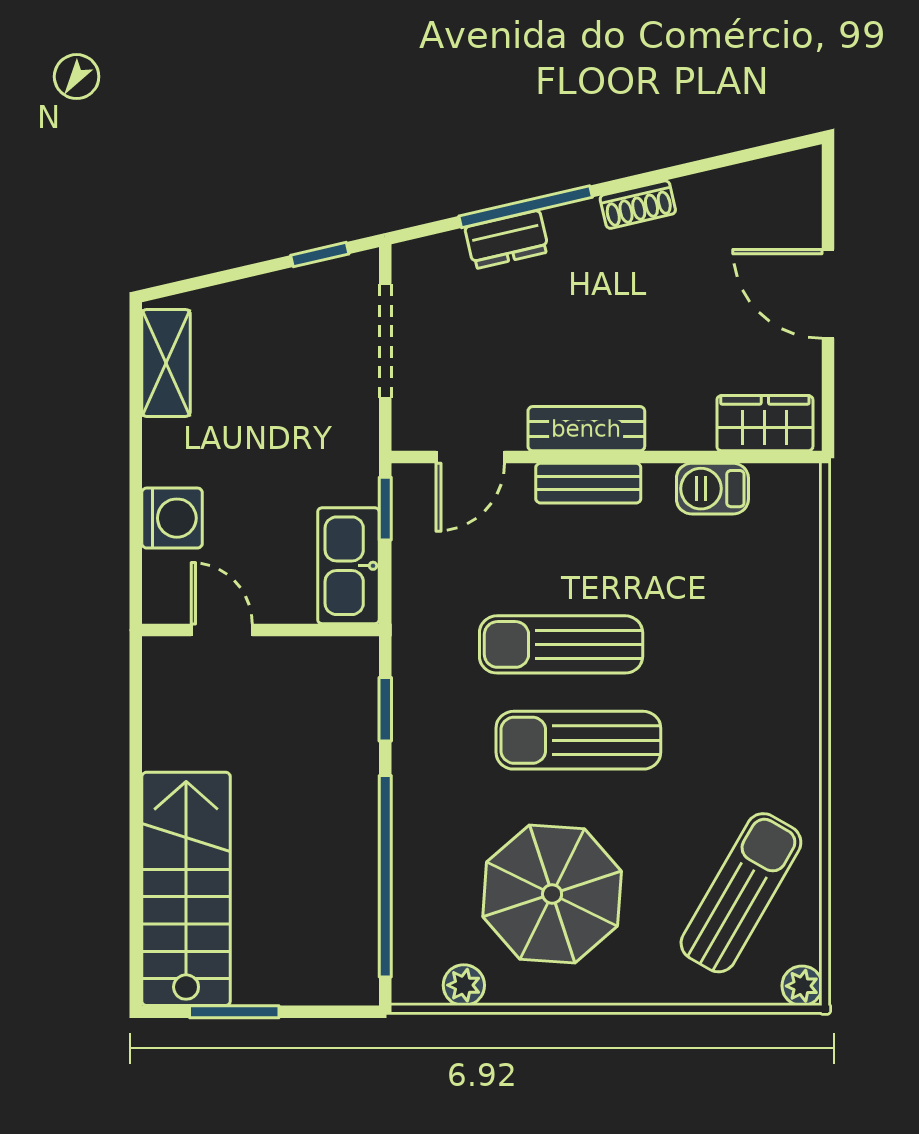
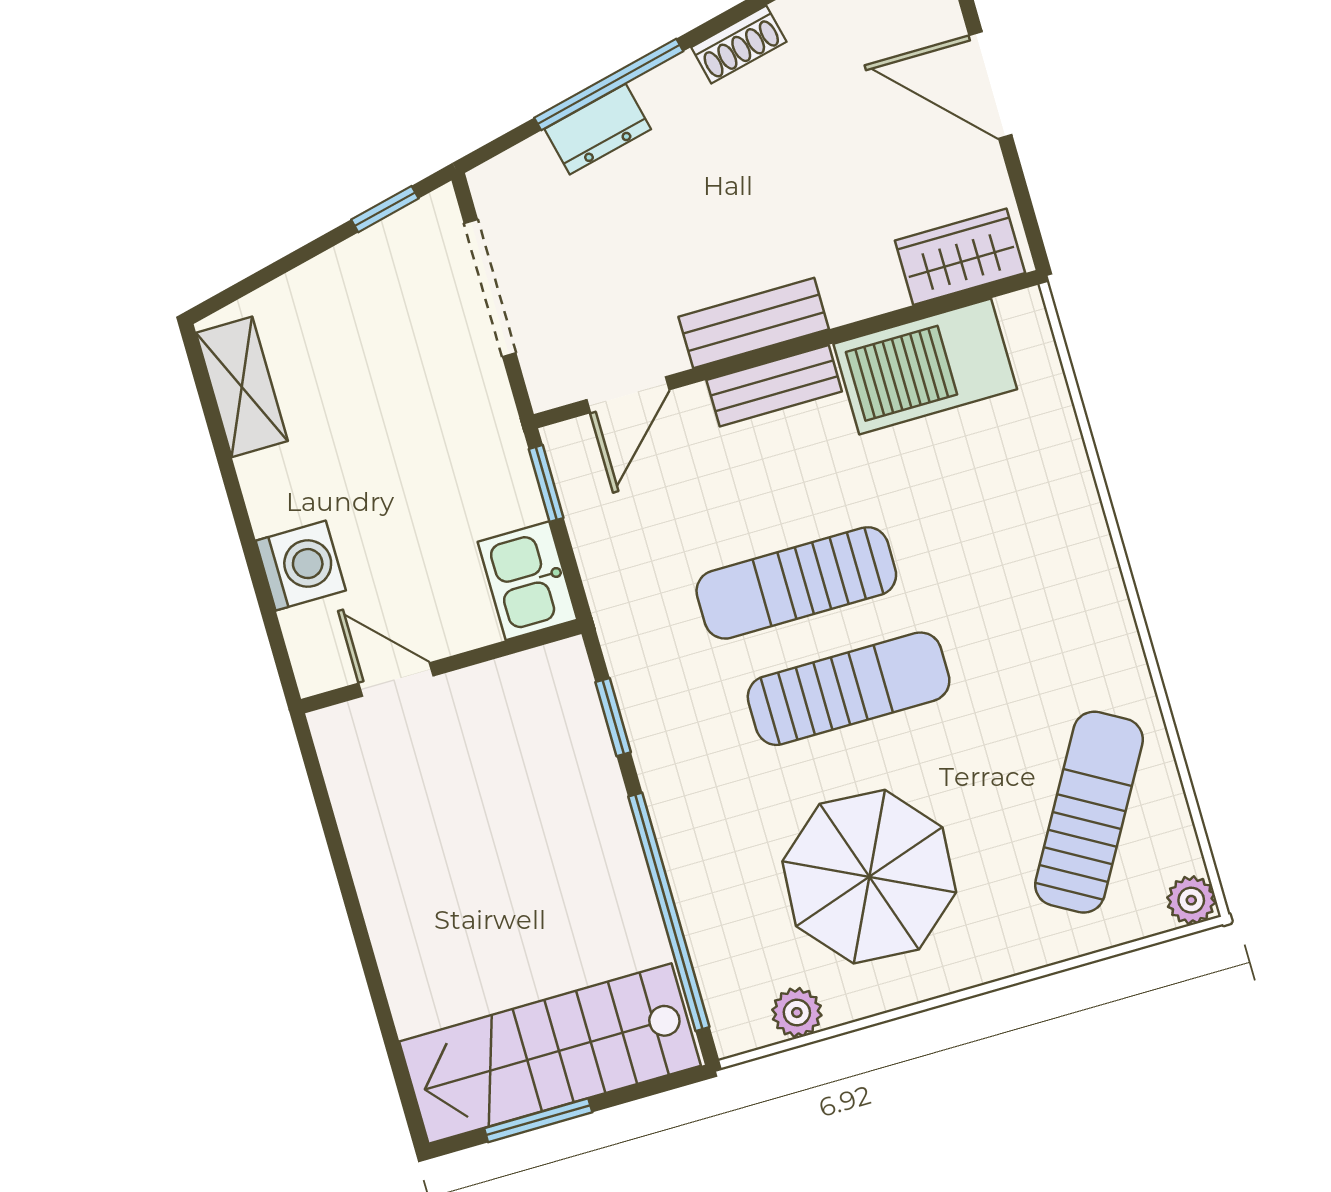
barbecue: (712, 489) -> (925, 366), width x1.88, depth x1.53
kitchen sink: (348, 566) -> (528, 581), width x0.73
sun lounger: (578, 740) -> (849, 689), turned 180
stairs: (186, 889) -> (550, 1054), moved, turned -90

